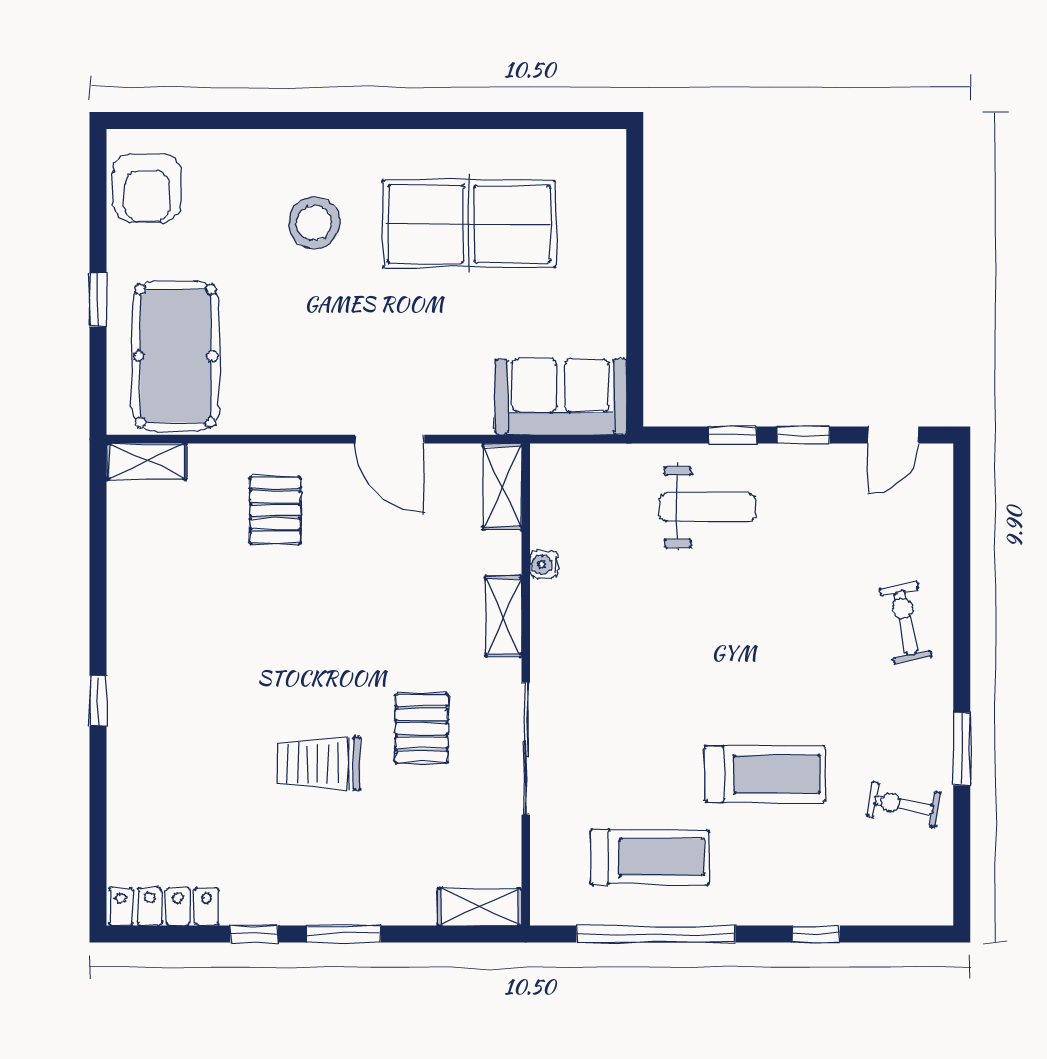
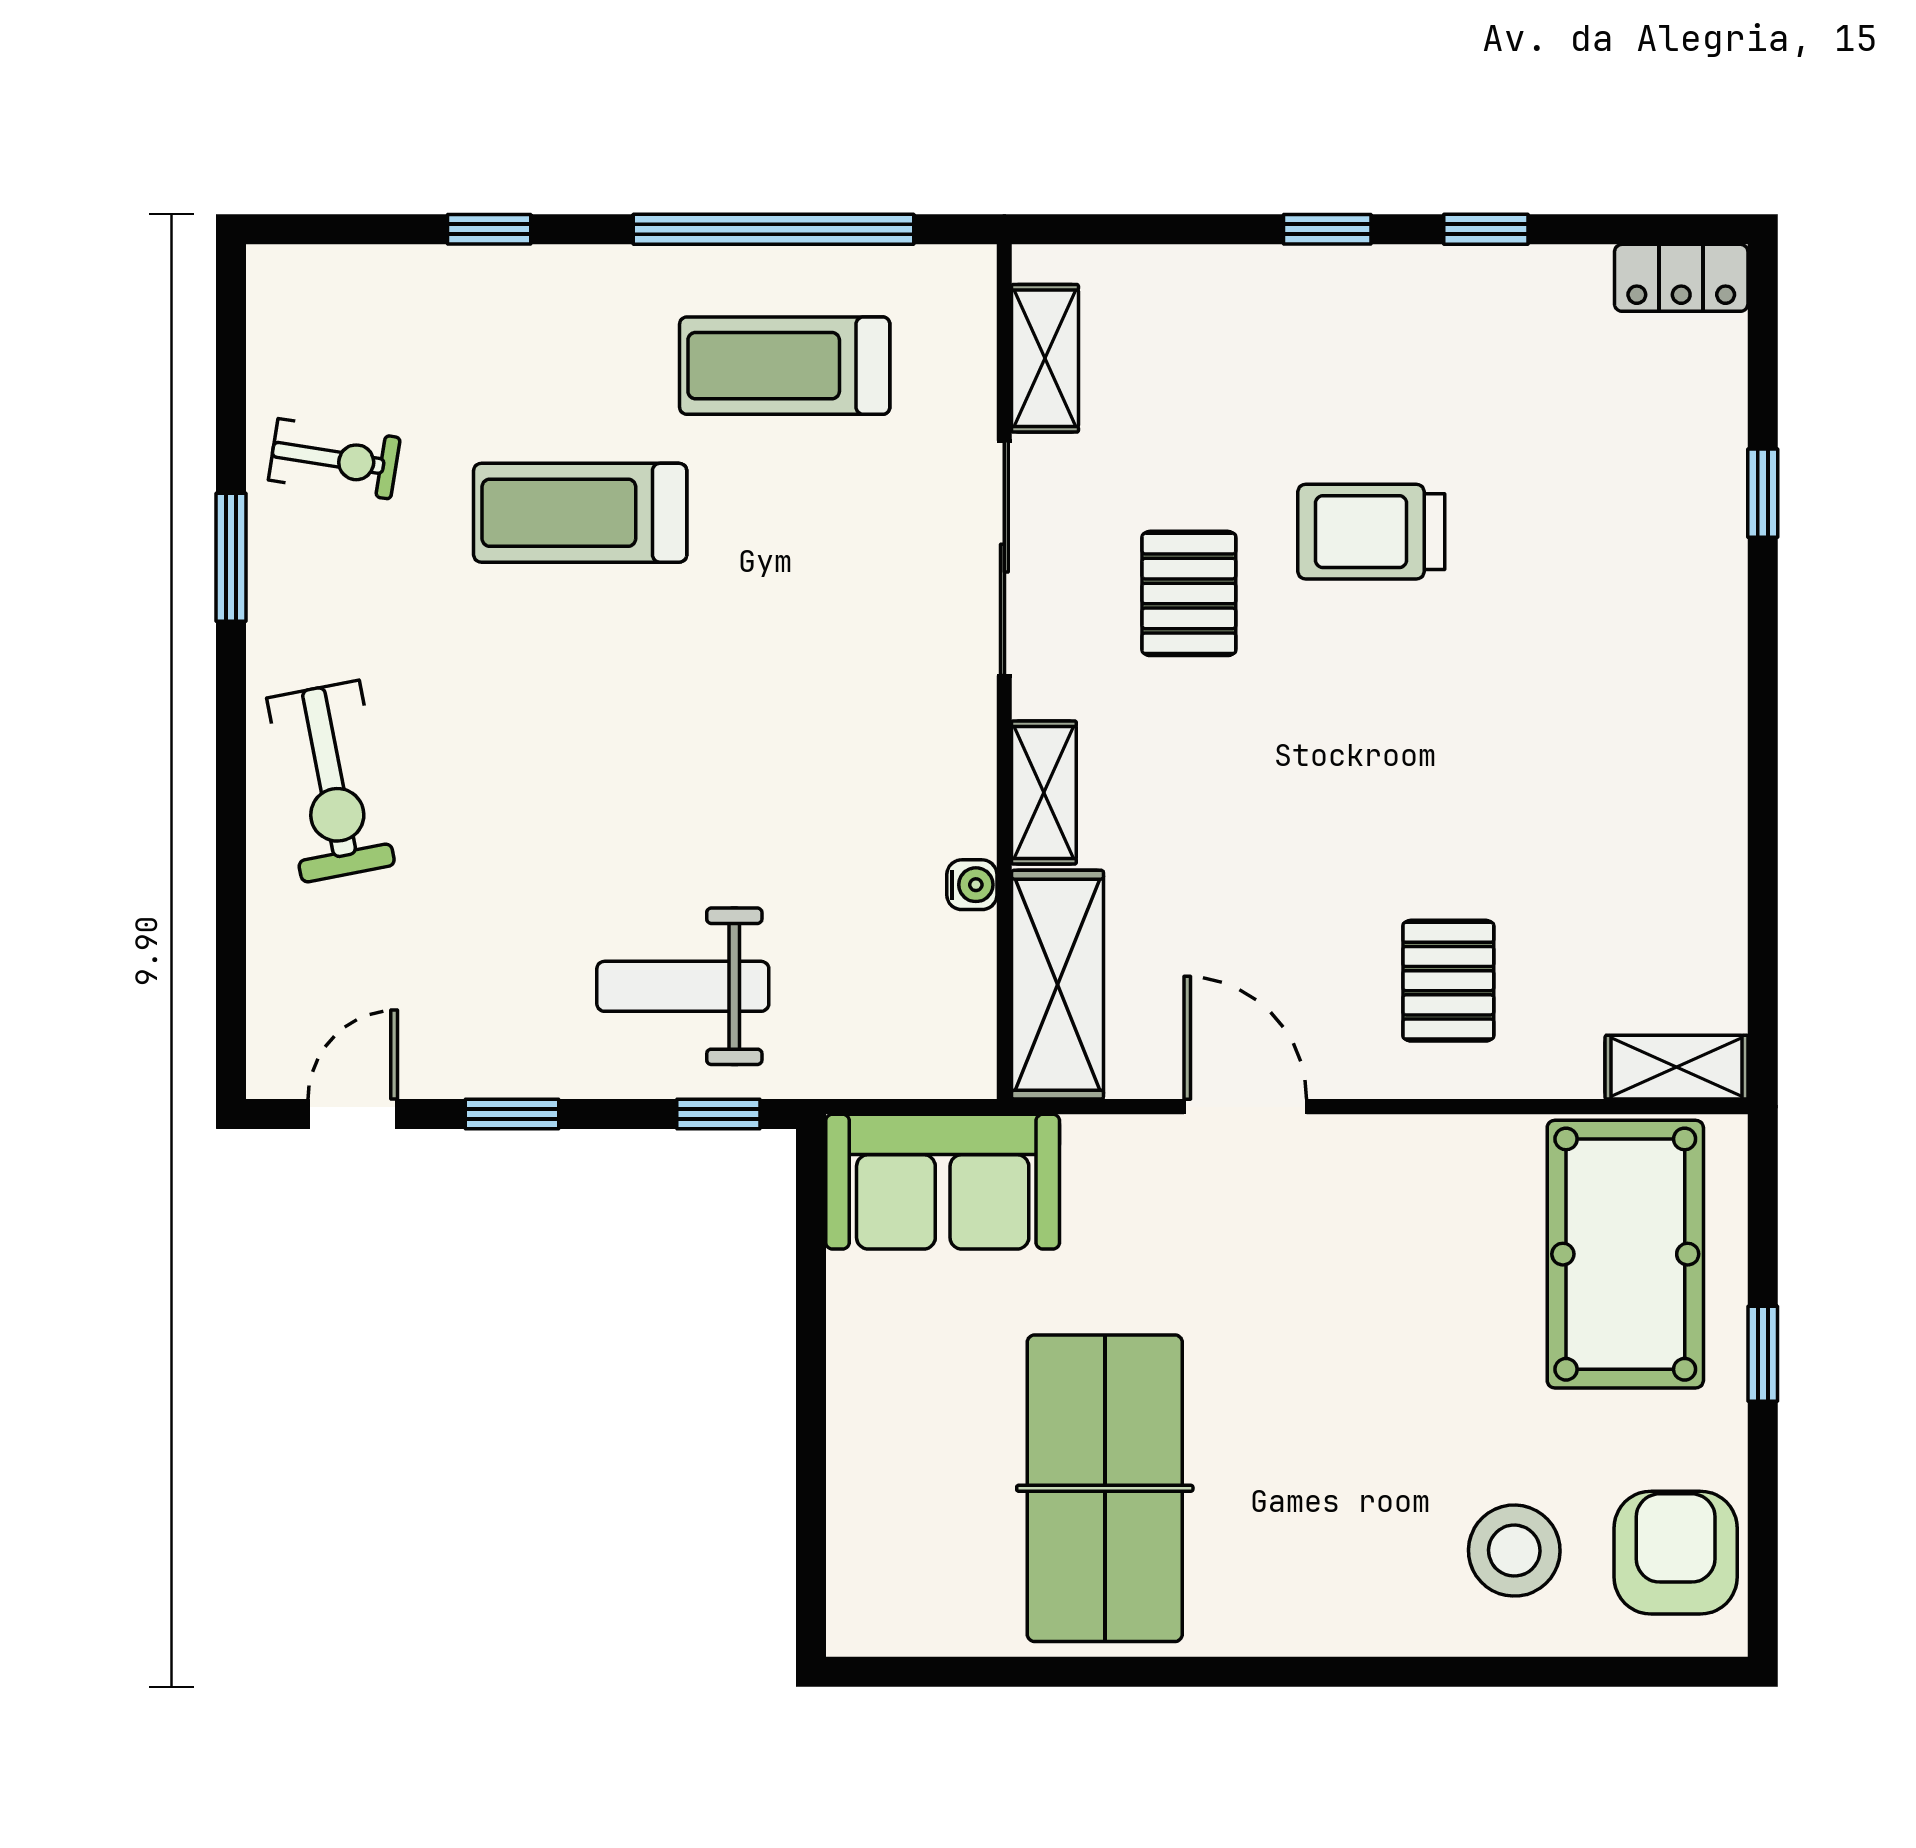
stool: (314, 223) -> (1514, 1551), moved
table tennis table: (469, 224) -> (1105, 1488), turned 90
window: (733, 435) -> (718, 1114), moved
shelving: (502, 486) -> (1058, 985), width x1.50, depth x1.33
exercise bike: (906, 623) -> (331, 781), width x1.38, depth x1.39
window: (98, 701) -> (1763, 493), moved
trolley: (319, 763) -> (1371, 532), turned 180
locker: (164, 907) -> (1681, 278), width x0.66
shelving: (479, 907) -> (1045, 358), moved, turned 90
window: (344, 934) -> (1327, 229), width x0.67

